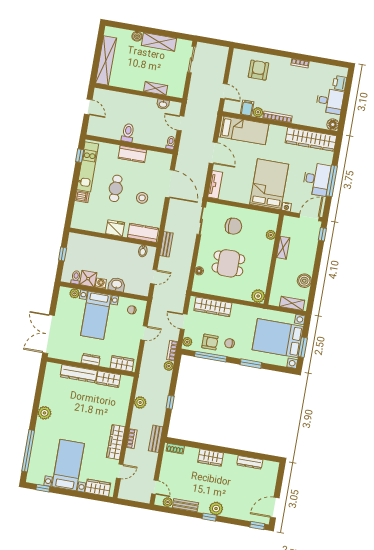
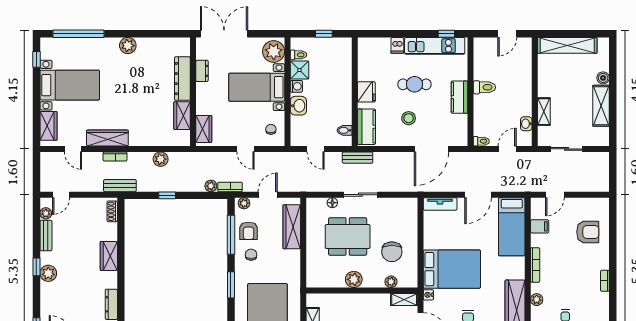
sliding door: (192, 59) -> (567, 149), moved
plant: (258, 112) -> (537, 300), moved
sliding door: (201, 221) -> (360, 195), moved
chair: (233, 226) -> (392, 252), moved
shelving: (283, 248) -> (404, 299), moved
dining table: (228, 263) -> (348, 236), width x1.38
plant: (74, 293) -> (274, 51), width x1.87, depth x1.87
plant: (258, 296) -> (354, 279), moved
dresser: (91, 360) -> (202, 71), moved

